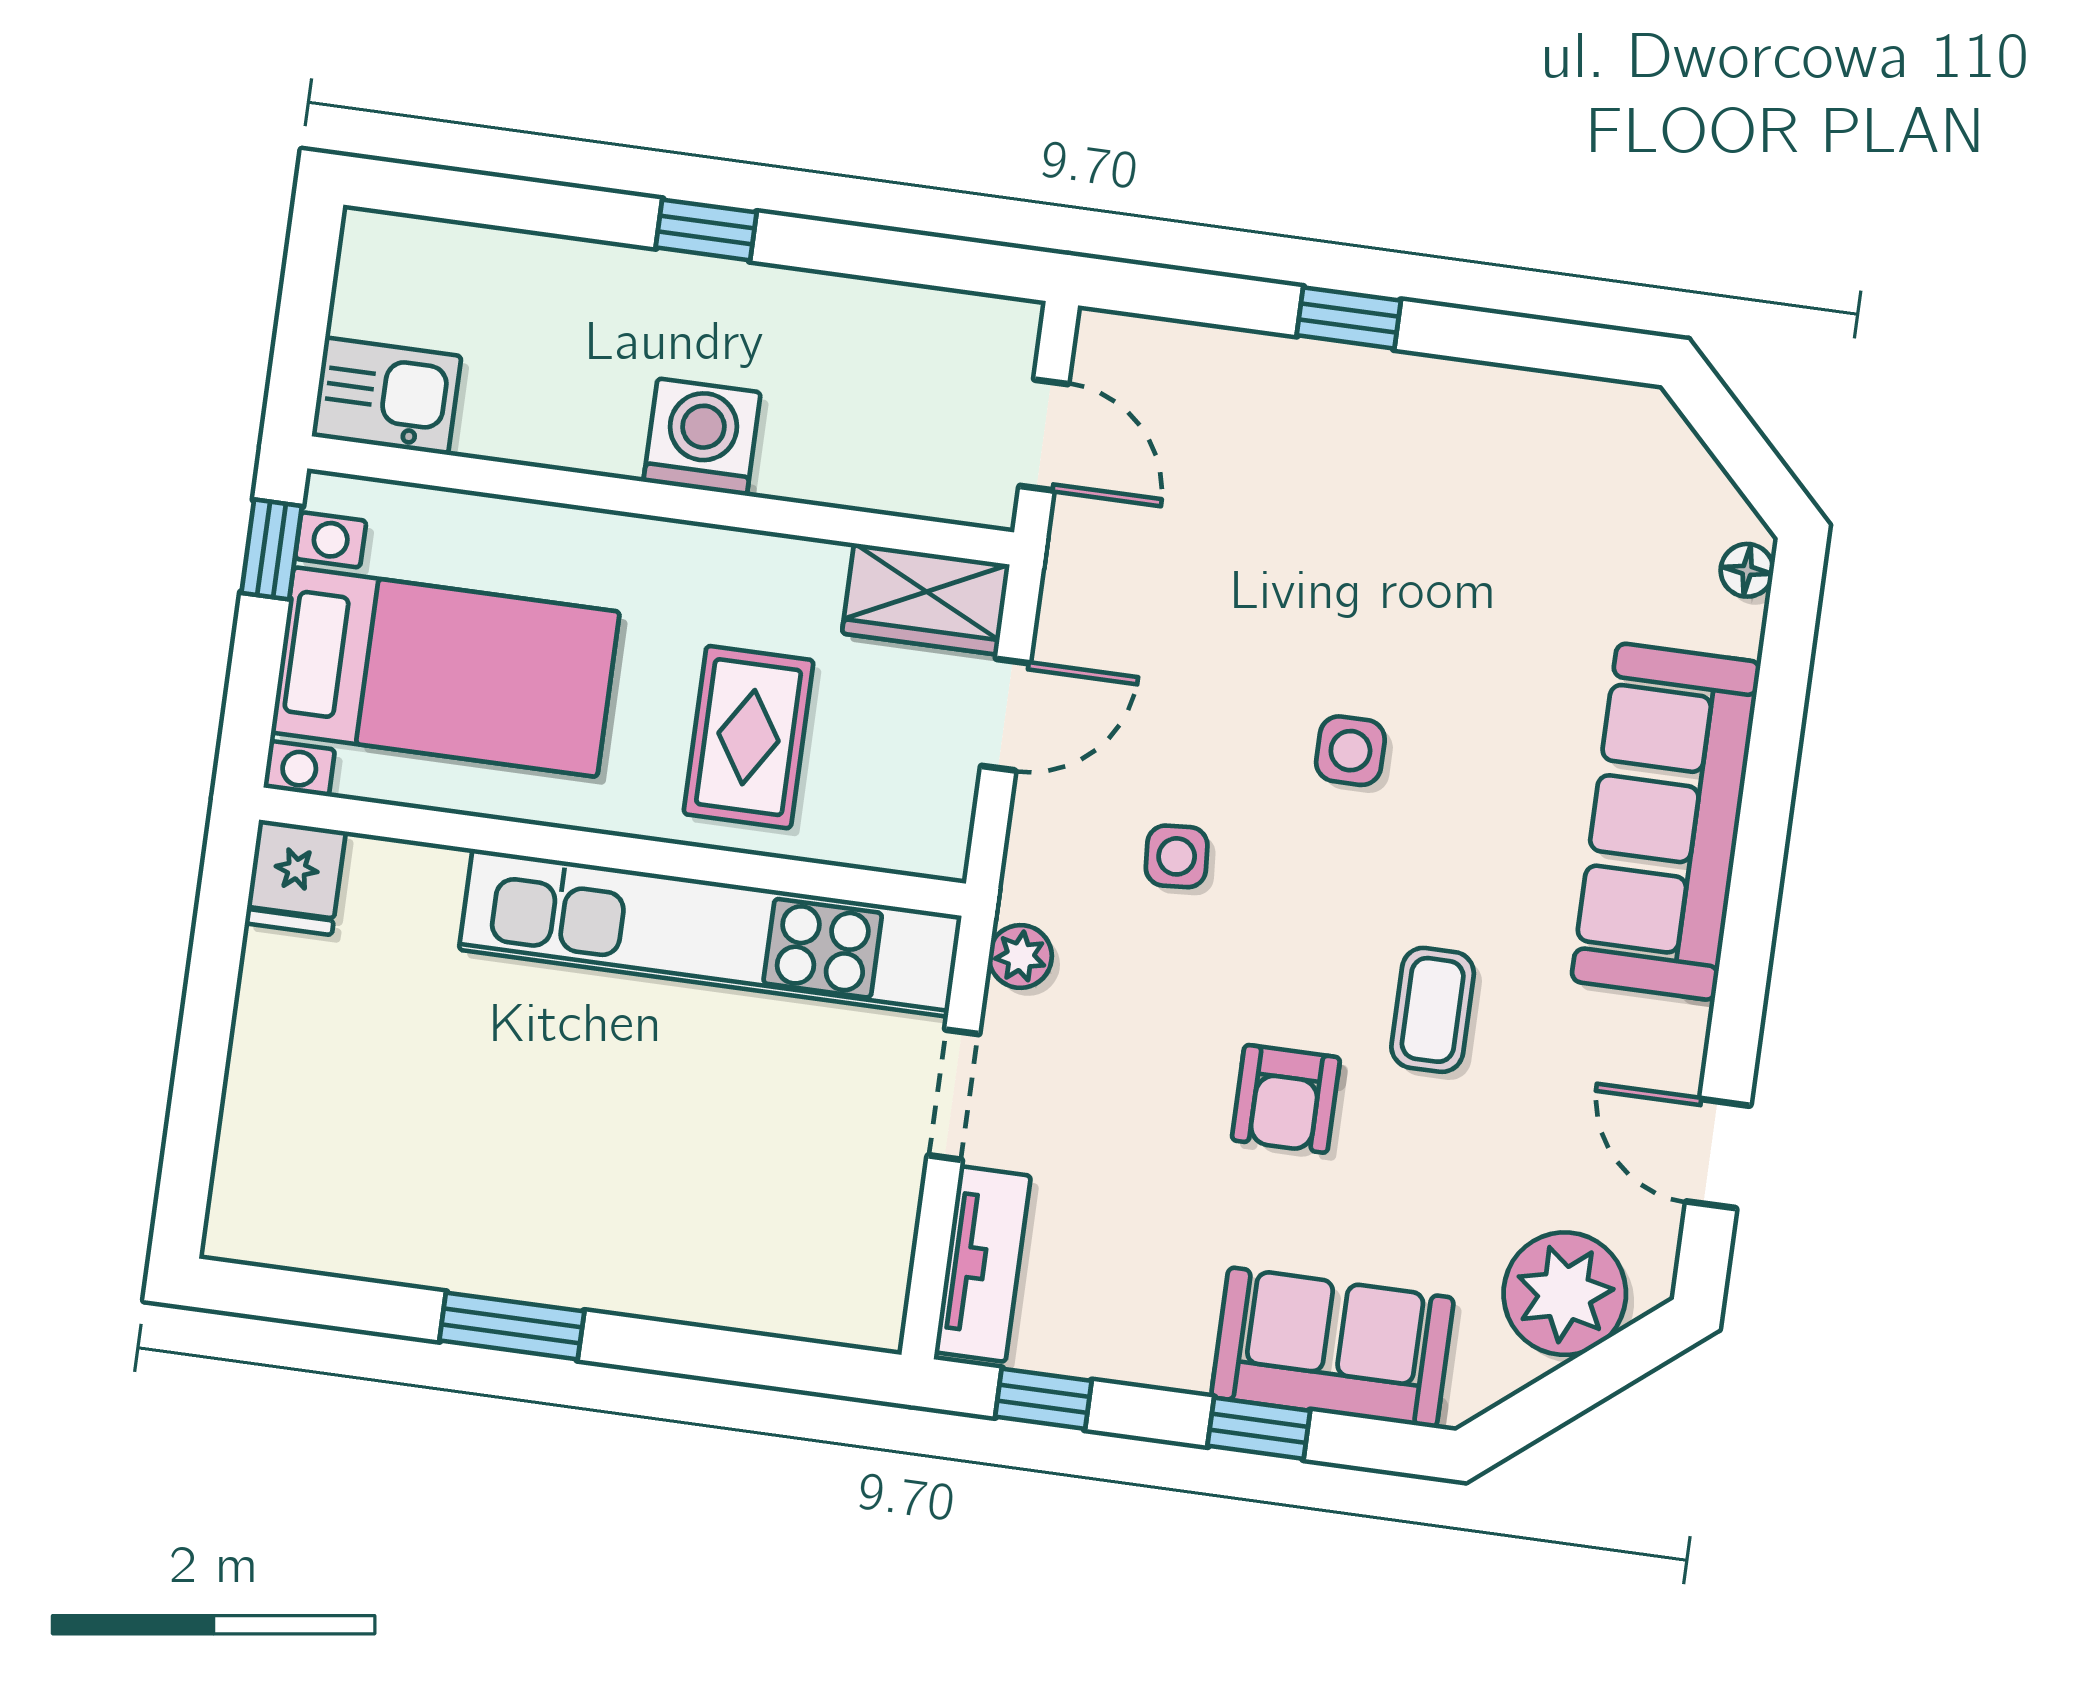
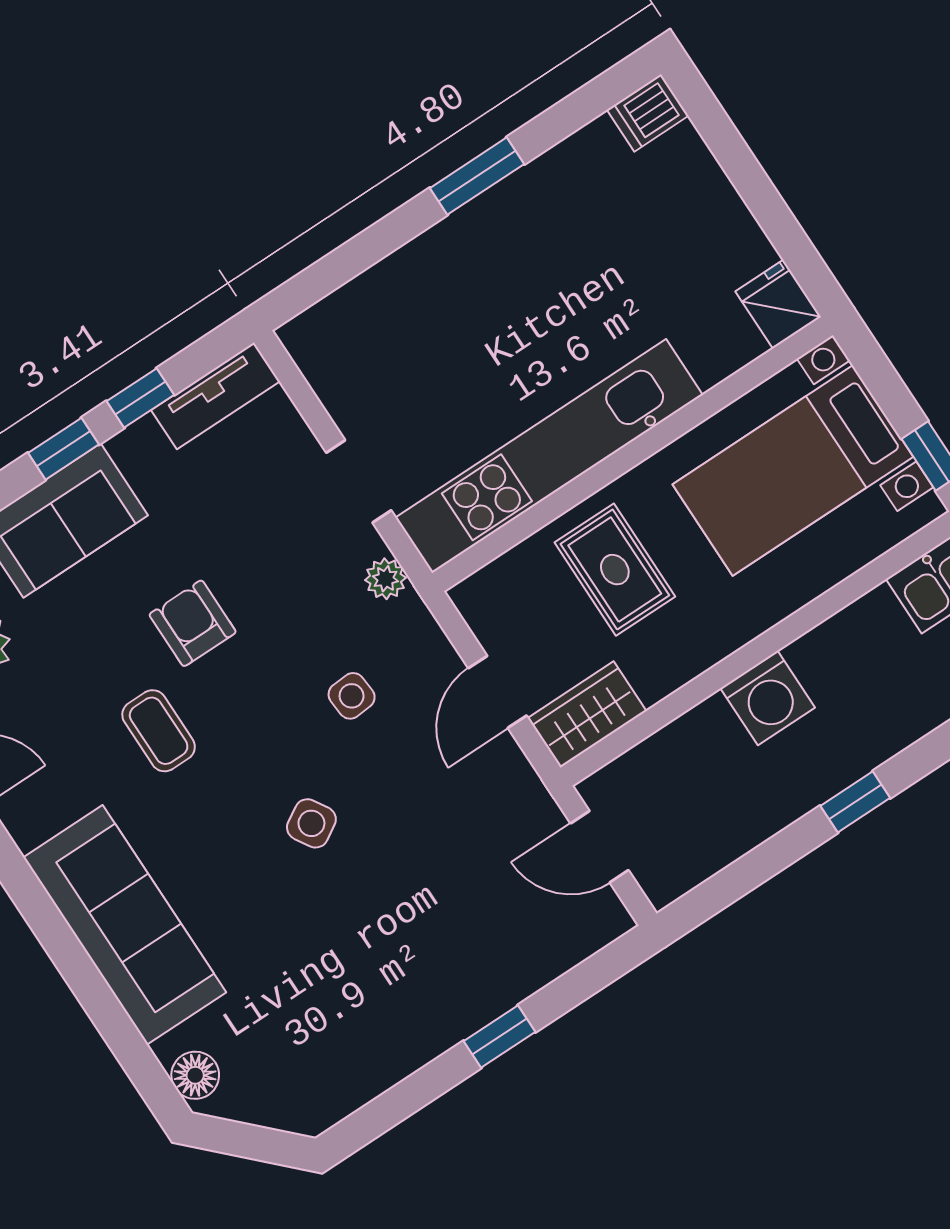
floor lamp: (1747, 570) -> (195, 1075), width x1.37, depth x1.37
side table: (1350, 751) -> (311, 823), turned -31
dishwasher: (253, 1227) -> (648, 113), added
tv unit: (983, 1264) -> (216, 396), moved, turned -90
window: (1043, 1399) -> (140, 398), moved

